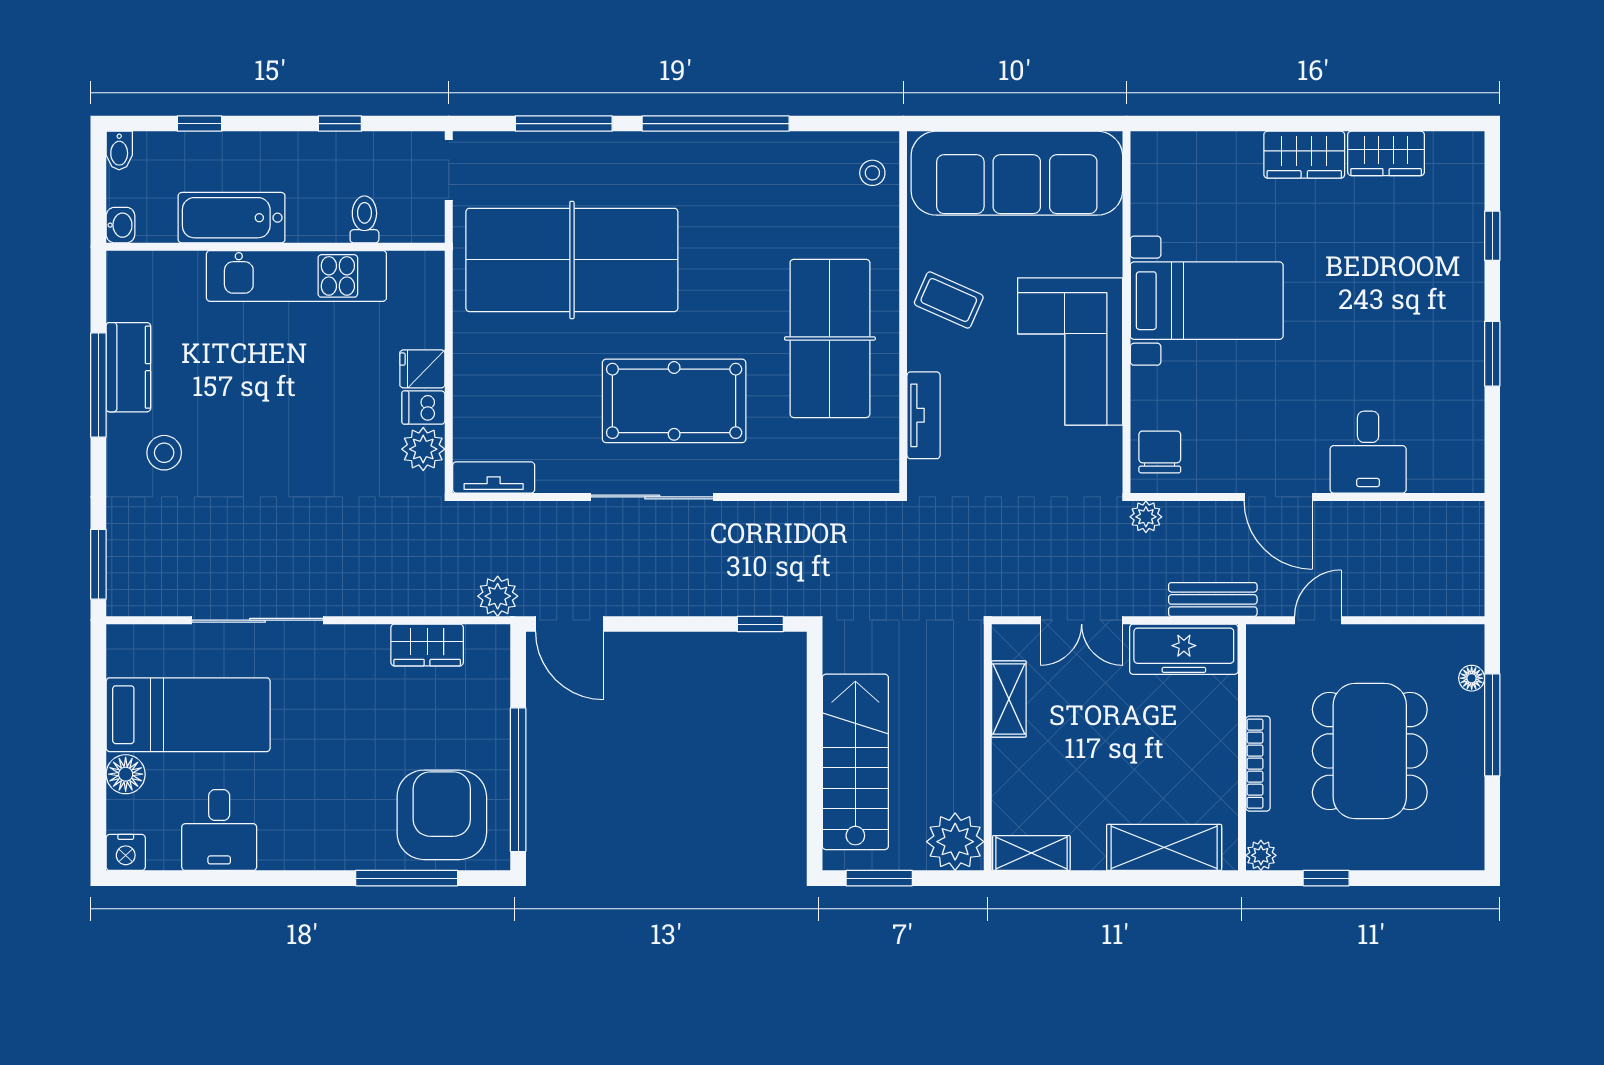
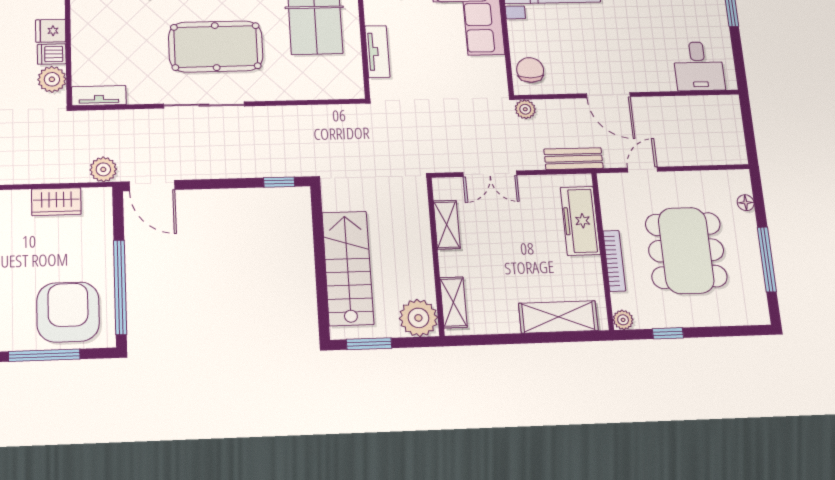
desk: (1368, 452) -> (699, 66), moved
freezer: (1184, 649) -> (580, 221), moved, turned 90
window: (1492, 725) -> (767, 259), moved
shelving: (1031, 853) -> (453, 302), moved, turned 90

